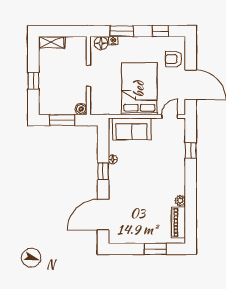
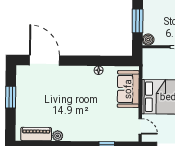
window: (103, 171) -> (87, 61), removed
window: (155, 249) -> (11, 97), moved

